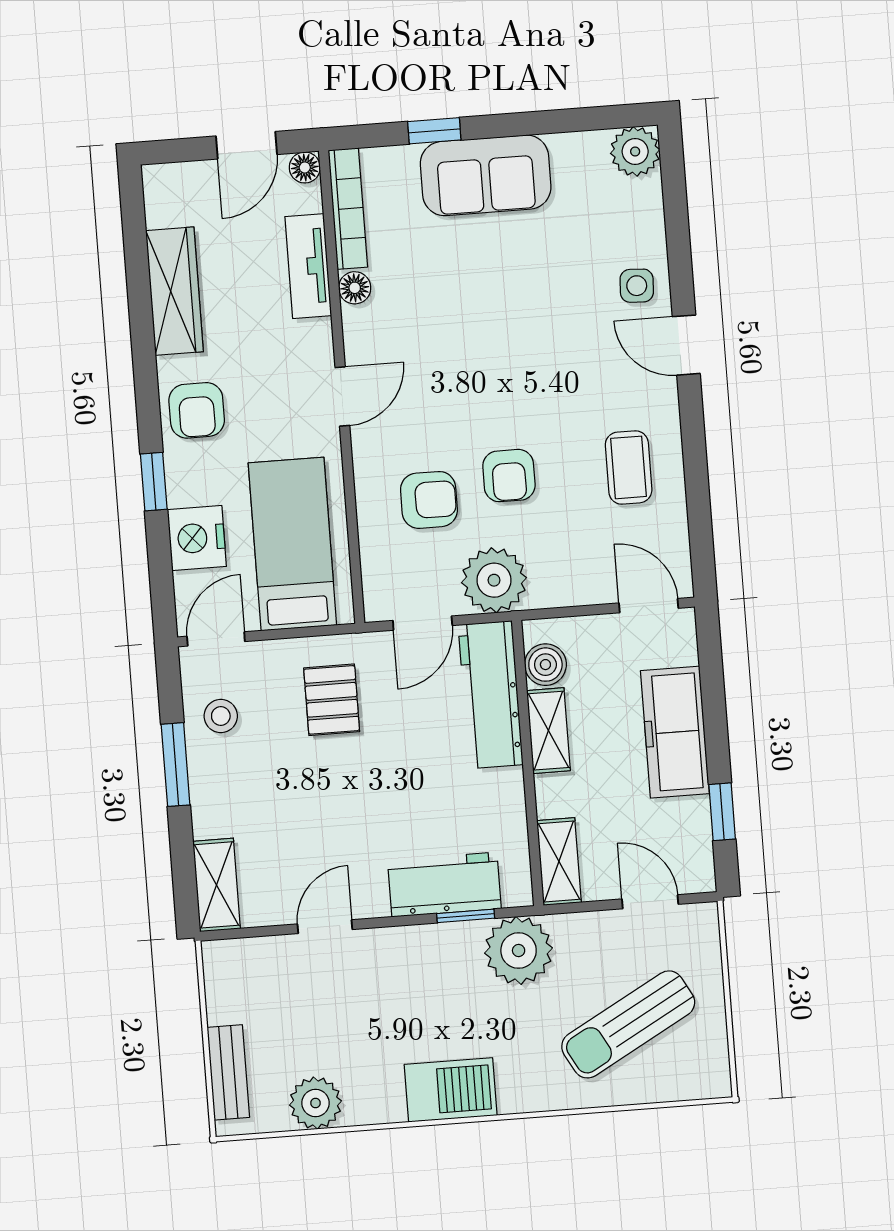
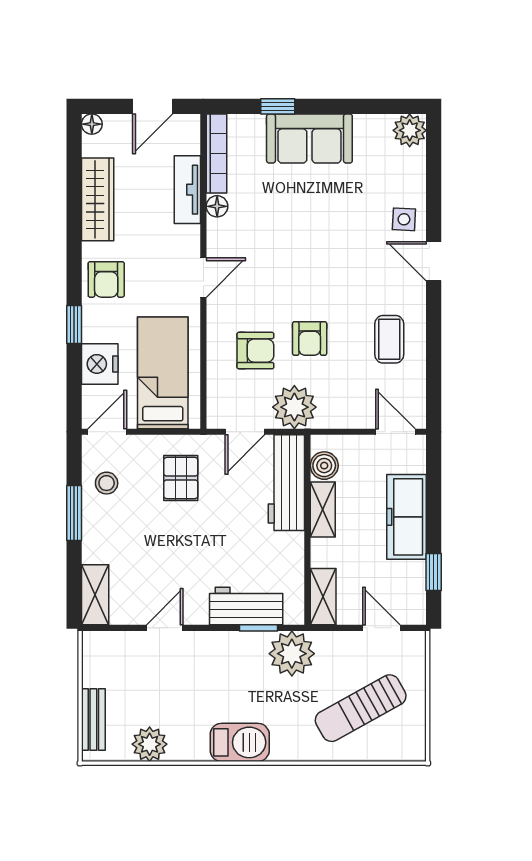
floor lamp: (305, 167) -> (92, 124), moved

